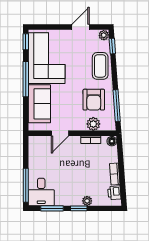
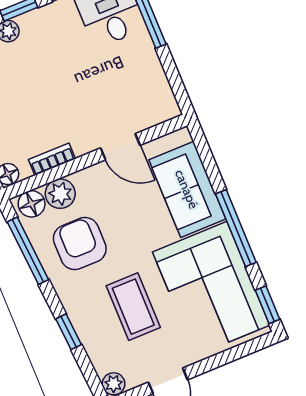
window: (112, 46) -> (69, 332), moved
coffee table: (100, 66) -> (133, 307), moved
floor lamp: (107, 125) -> (32, 204), added
door: (60, 133) -> (120, 147), swing flipped

